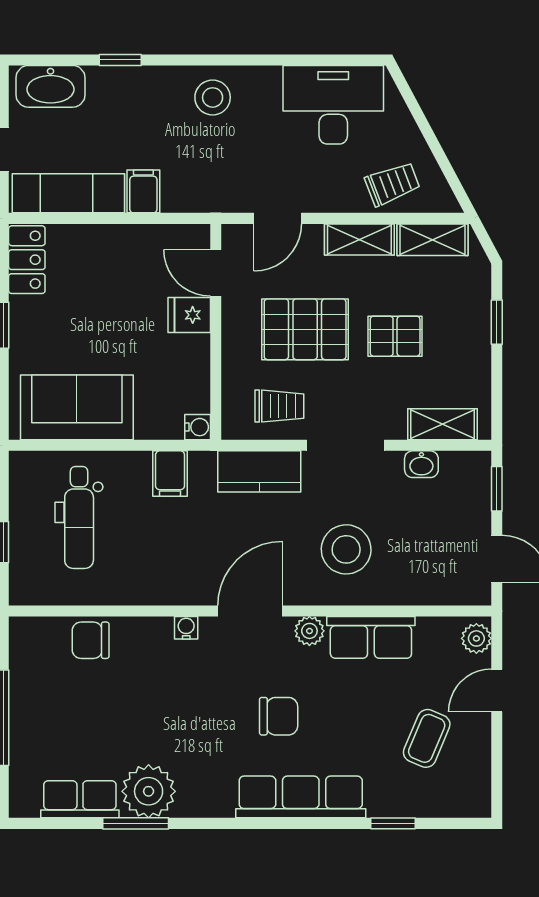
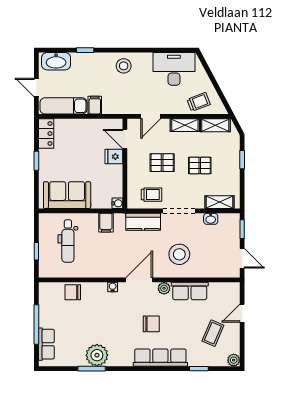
pallet: (305, 329) -> (162, 163), width x0.67, depth x0.71
plant: (476, 638) -> (234, 360), moved
row of seats: (80, 799) -> (46, 344), moved, turned 90

